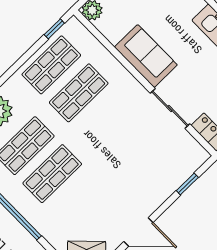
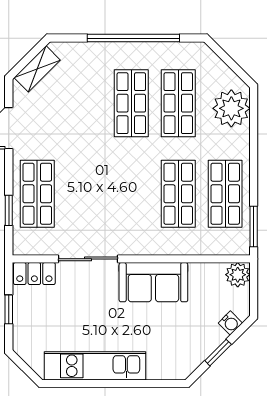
window: (54, 29) -> (254, 227), width x1.50
shop shelf: (161, 177) -> (37, 194), added

